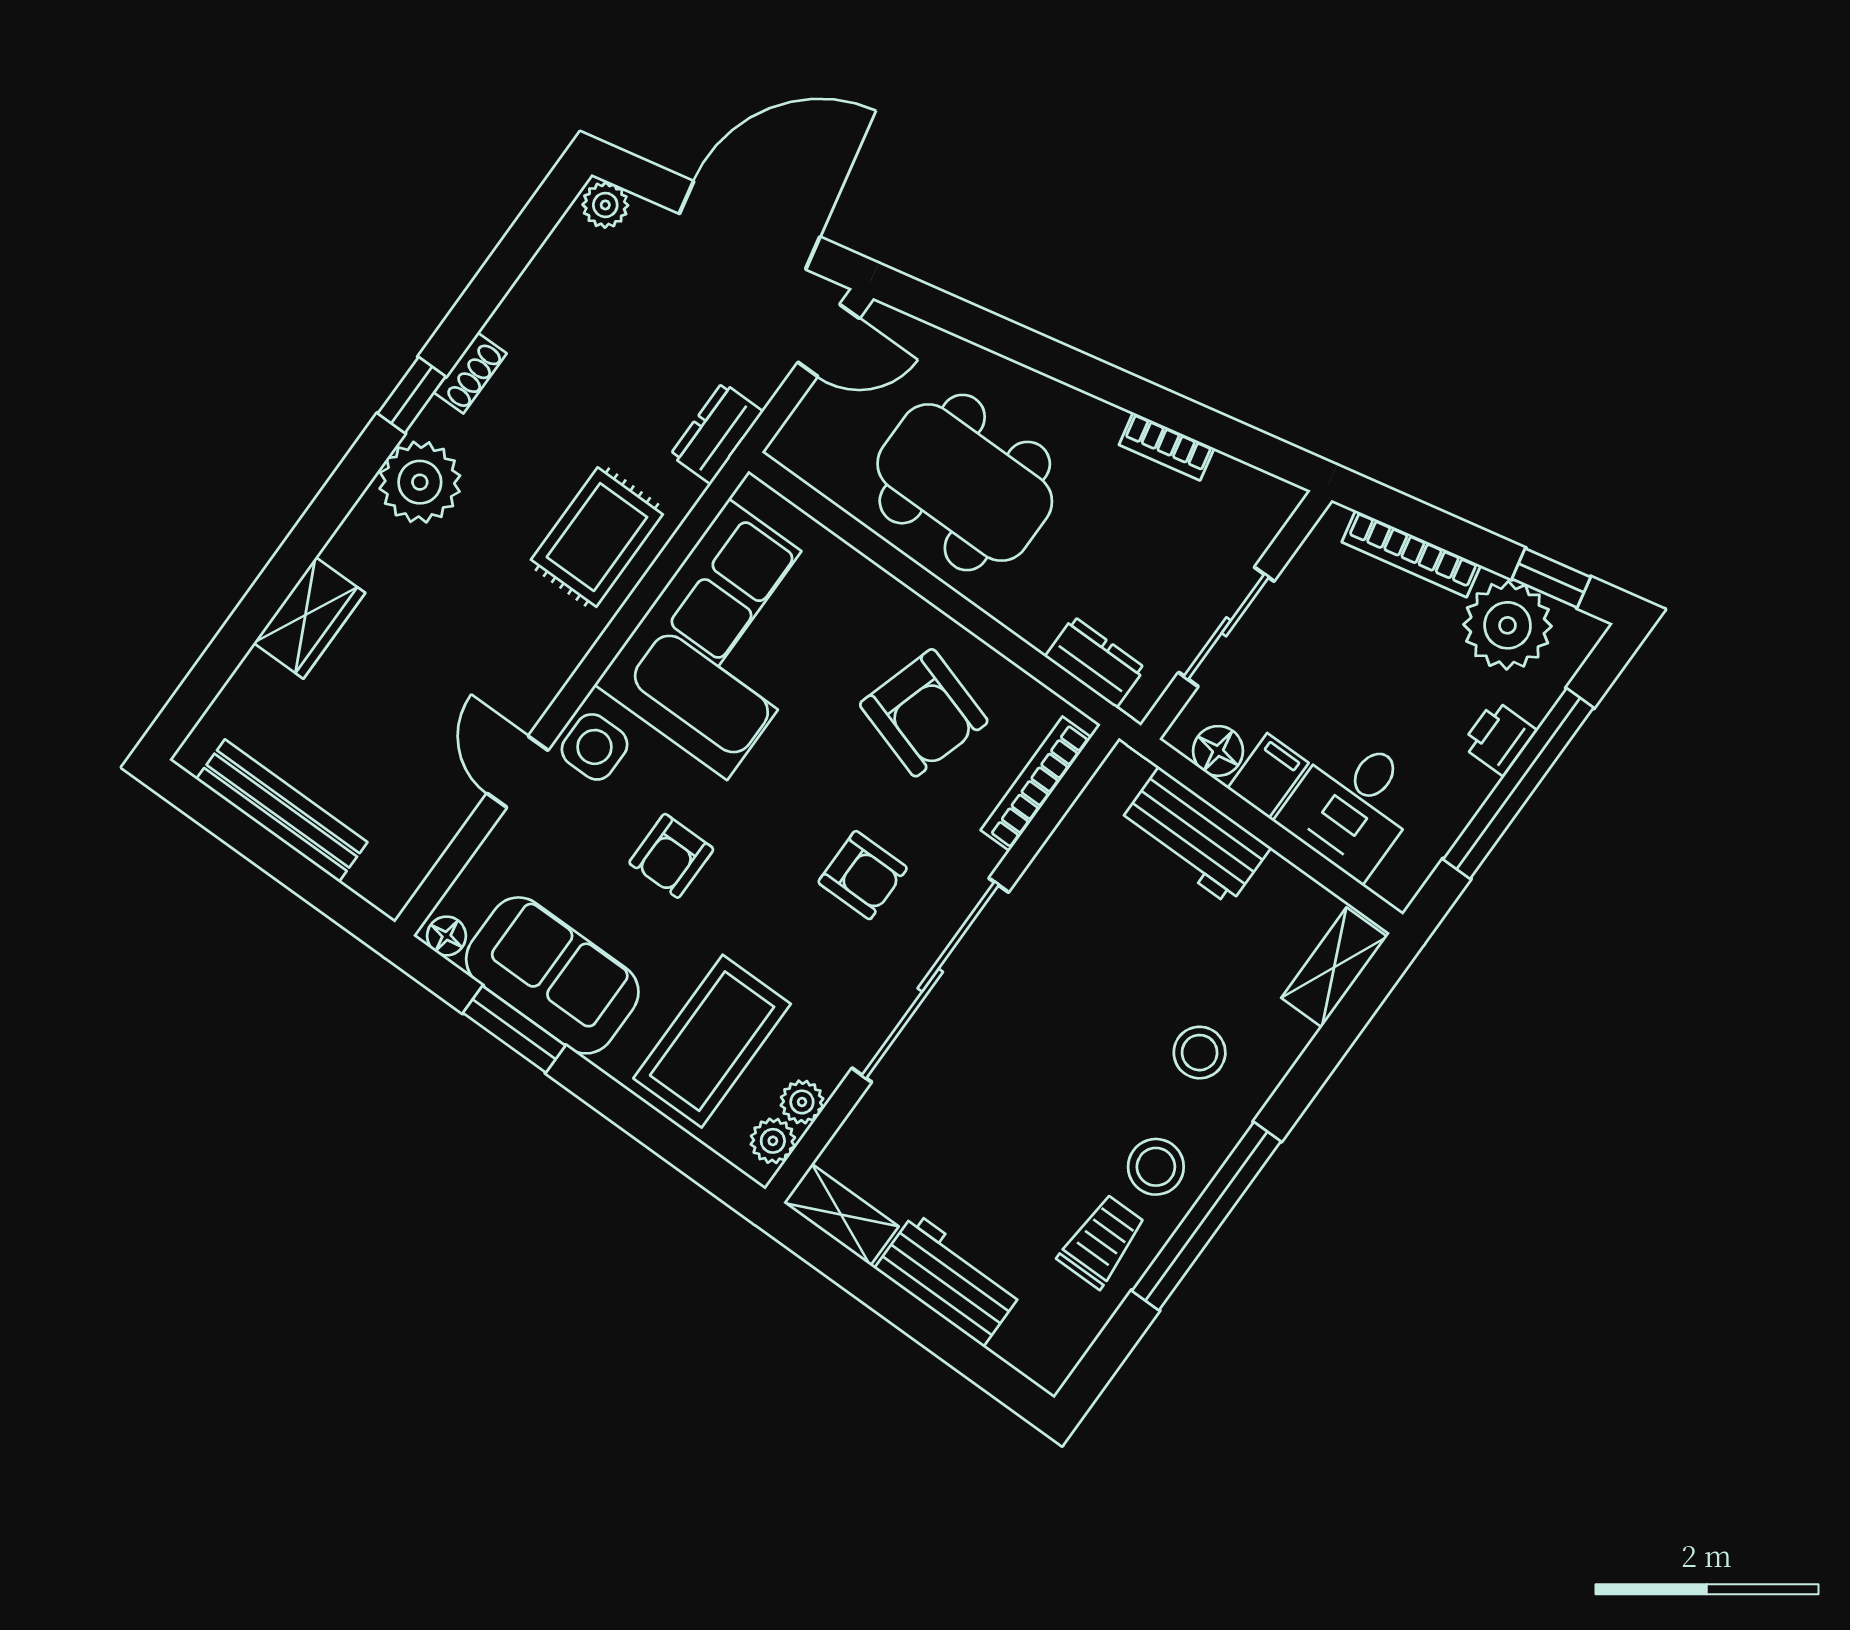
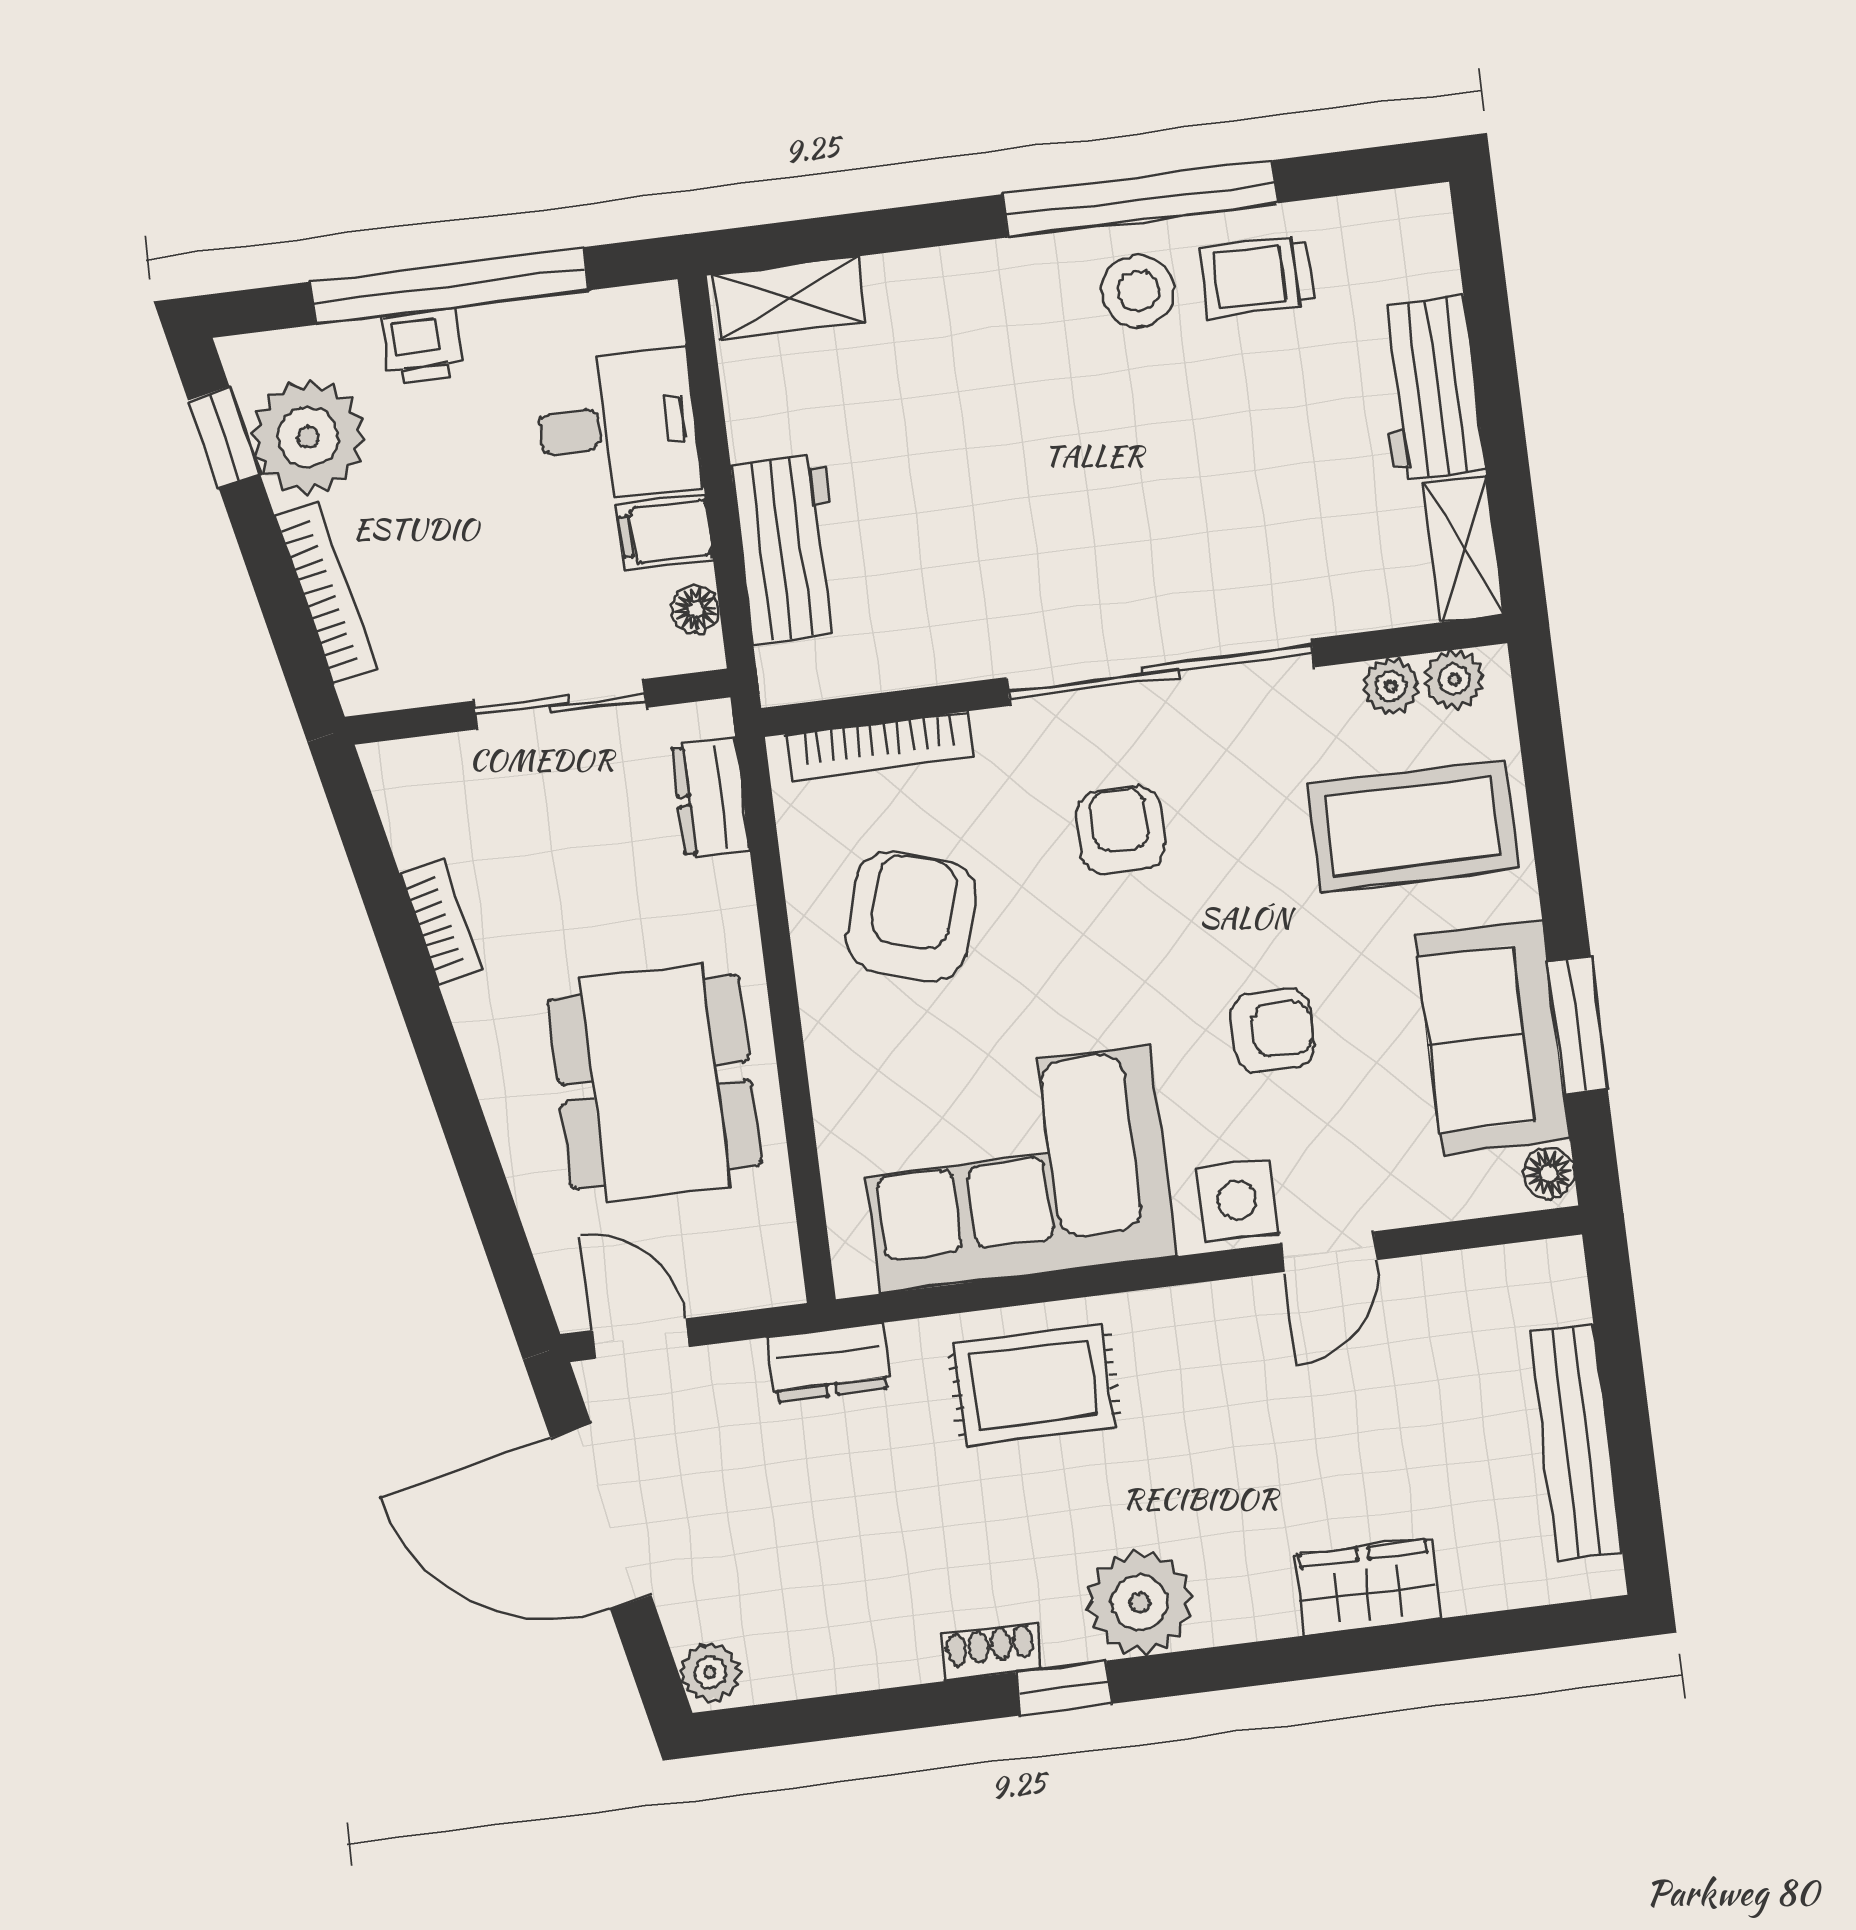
floor lamp: (1218, 751) -> (696, 609), width x0.73, depth x0.73
stool: (1200, 1053) -> (990, 351), removed

